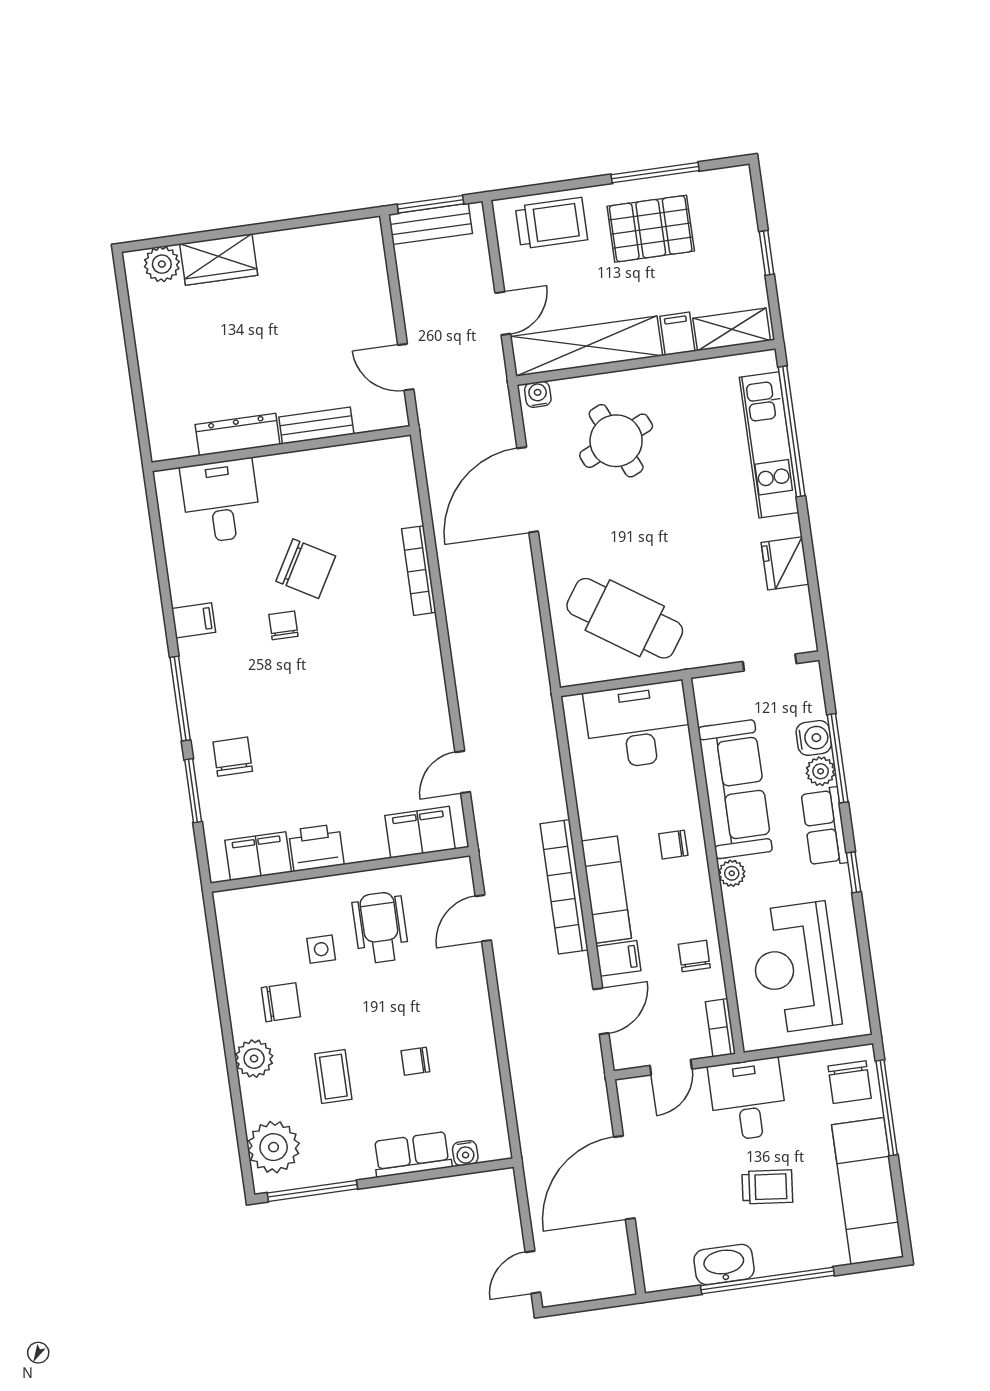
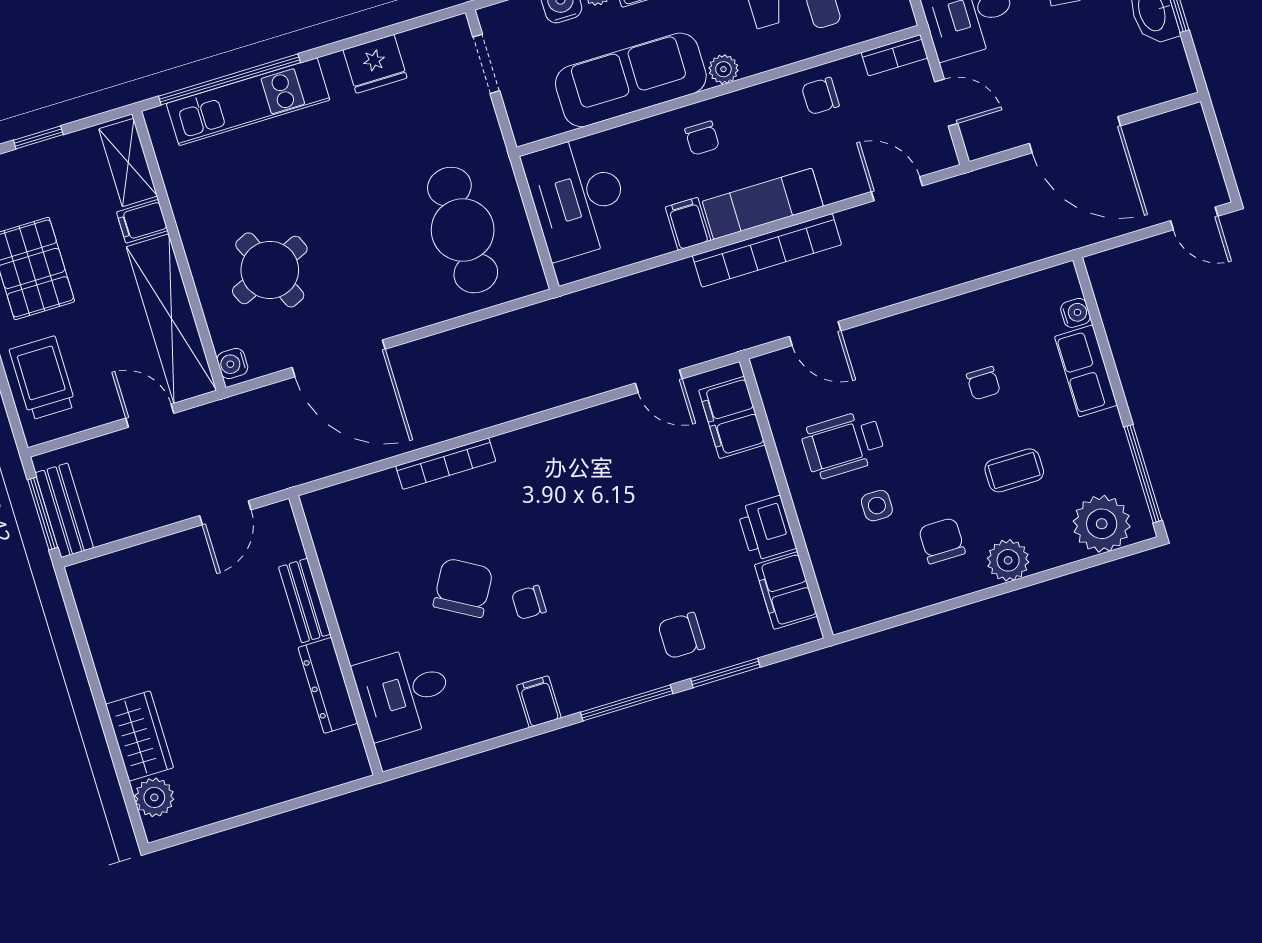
cafe table: (625, 618) -> (463, 230), turned -34
filing cabinet: (618, 958) -> (688, 224), moved

